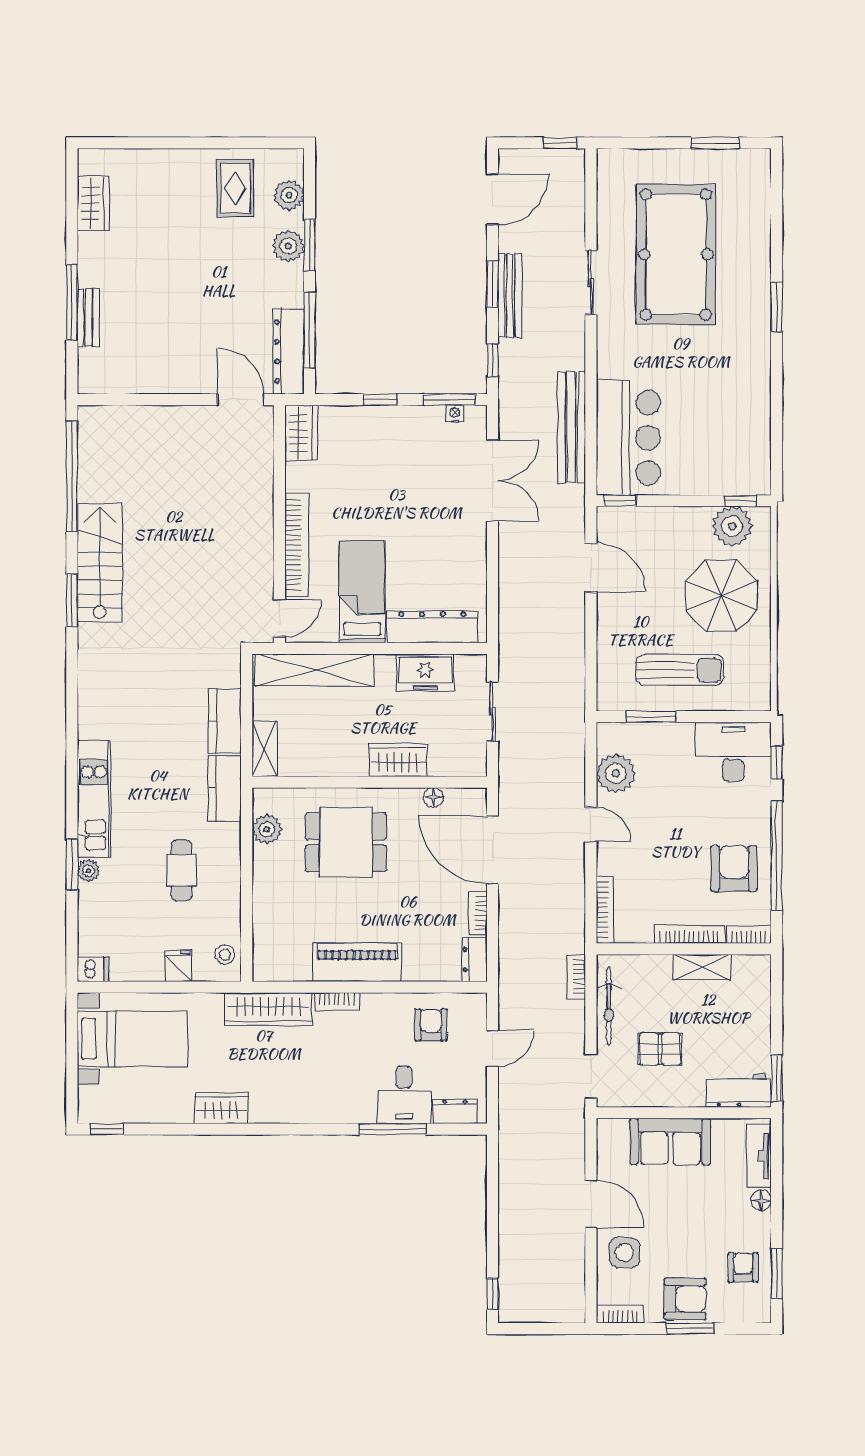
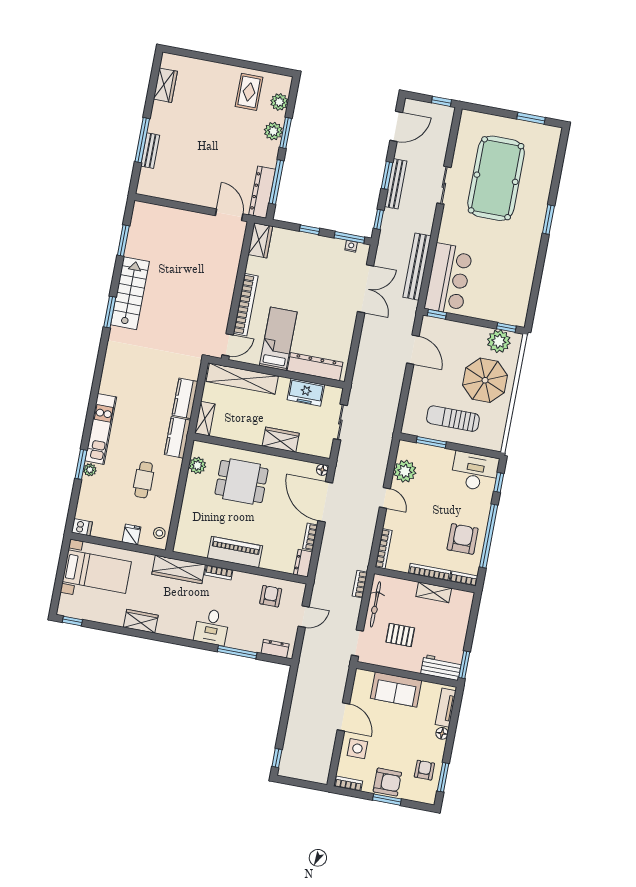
window: (72, 476) -> (123, 241), width x0.47
sun lounger: (680, 670) -> (453, 419), turned 180
floor lamp: (434, 797) -> (322, 470), moved
desk: (404, 1095) -> (212, 627), moved

